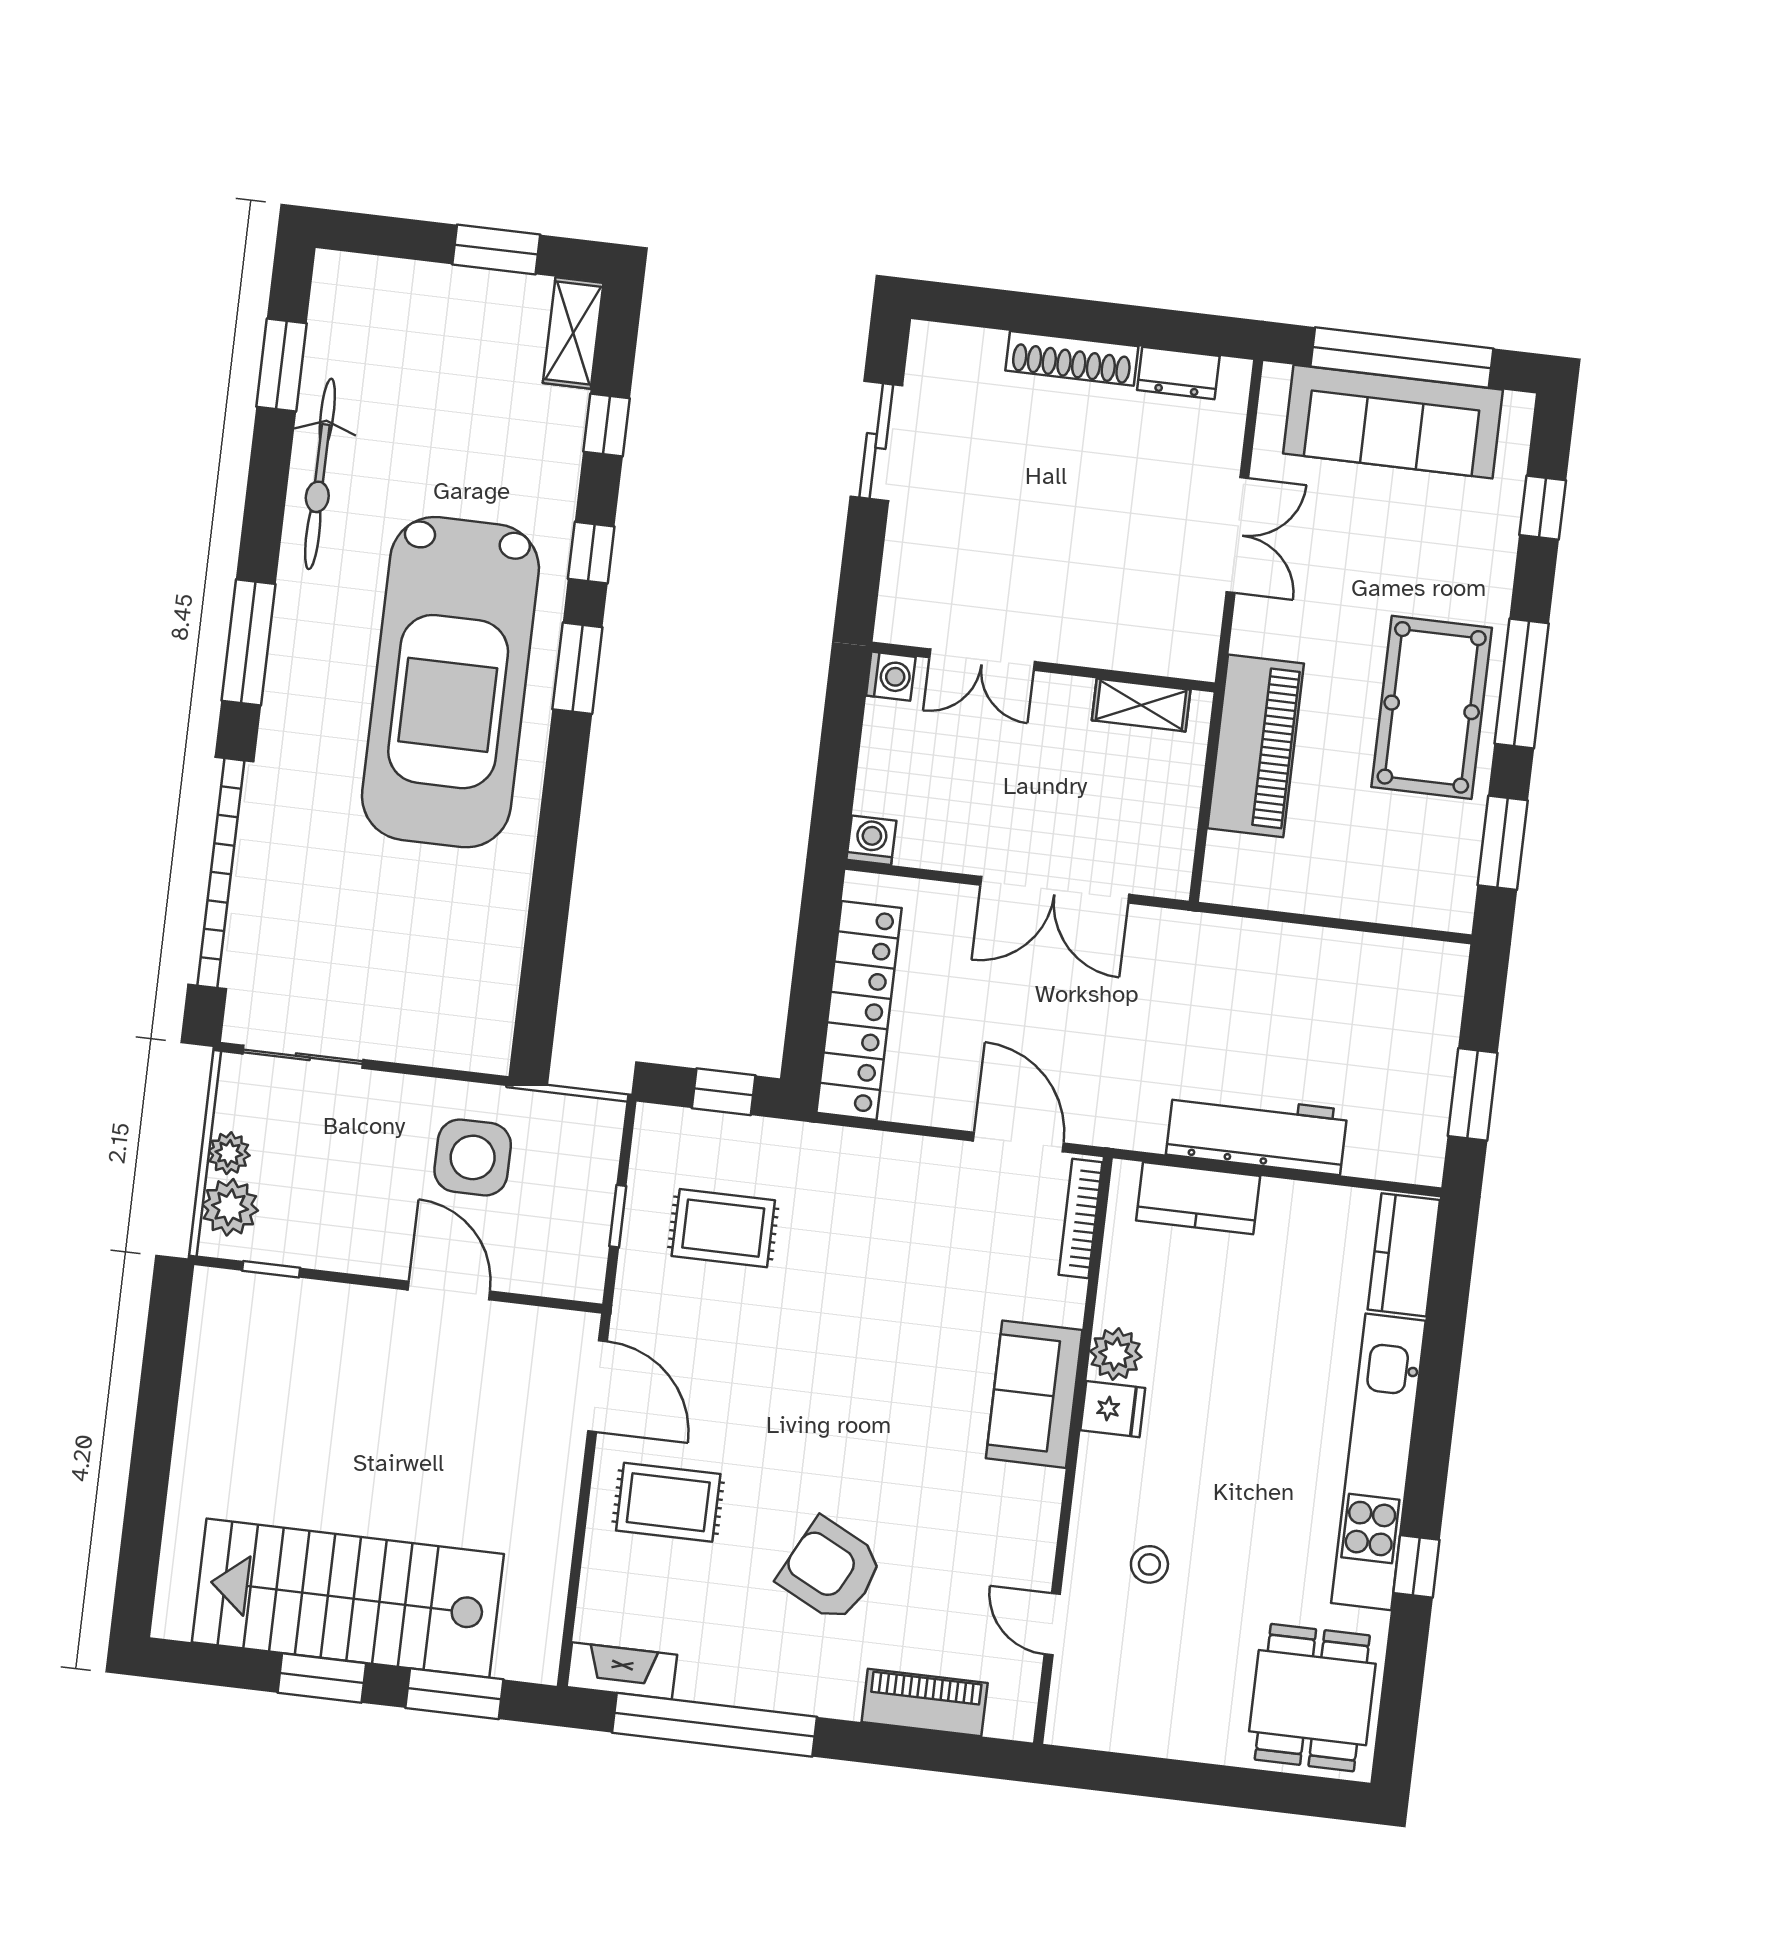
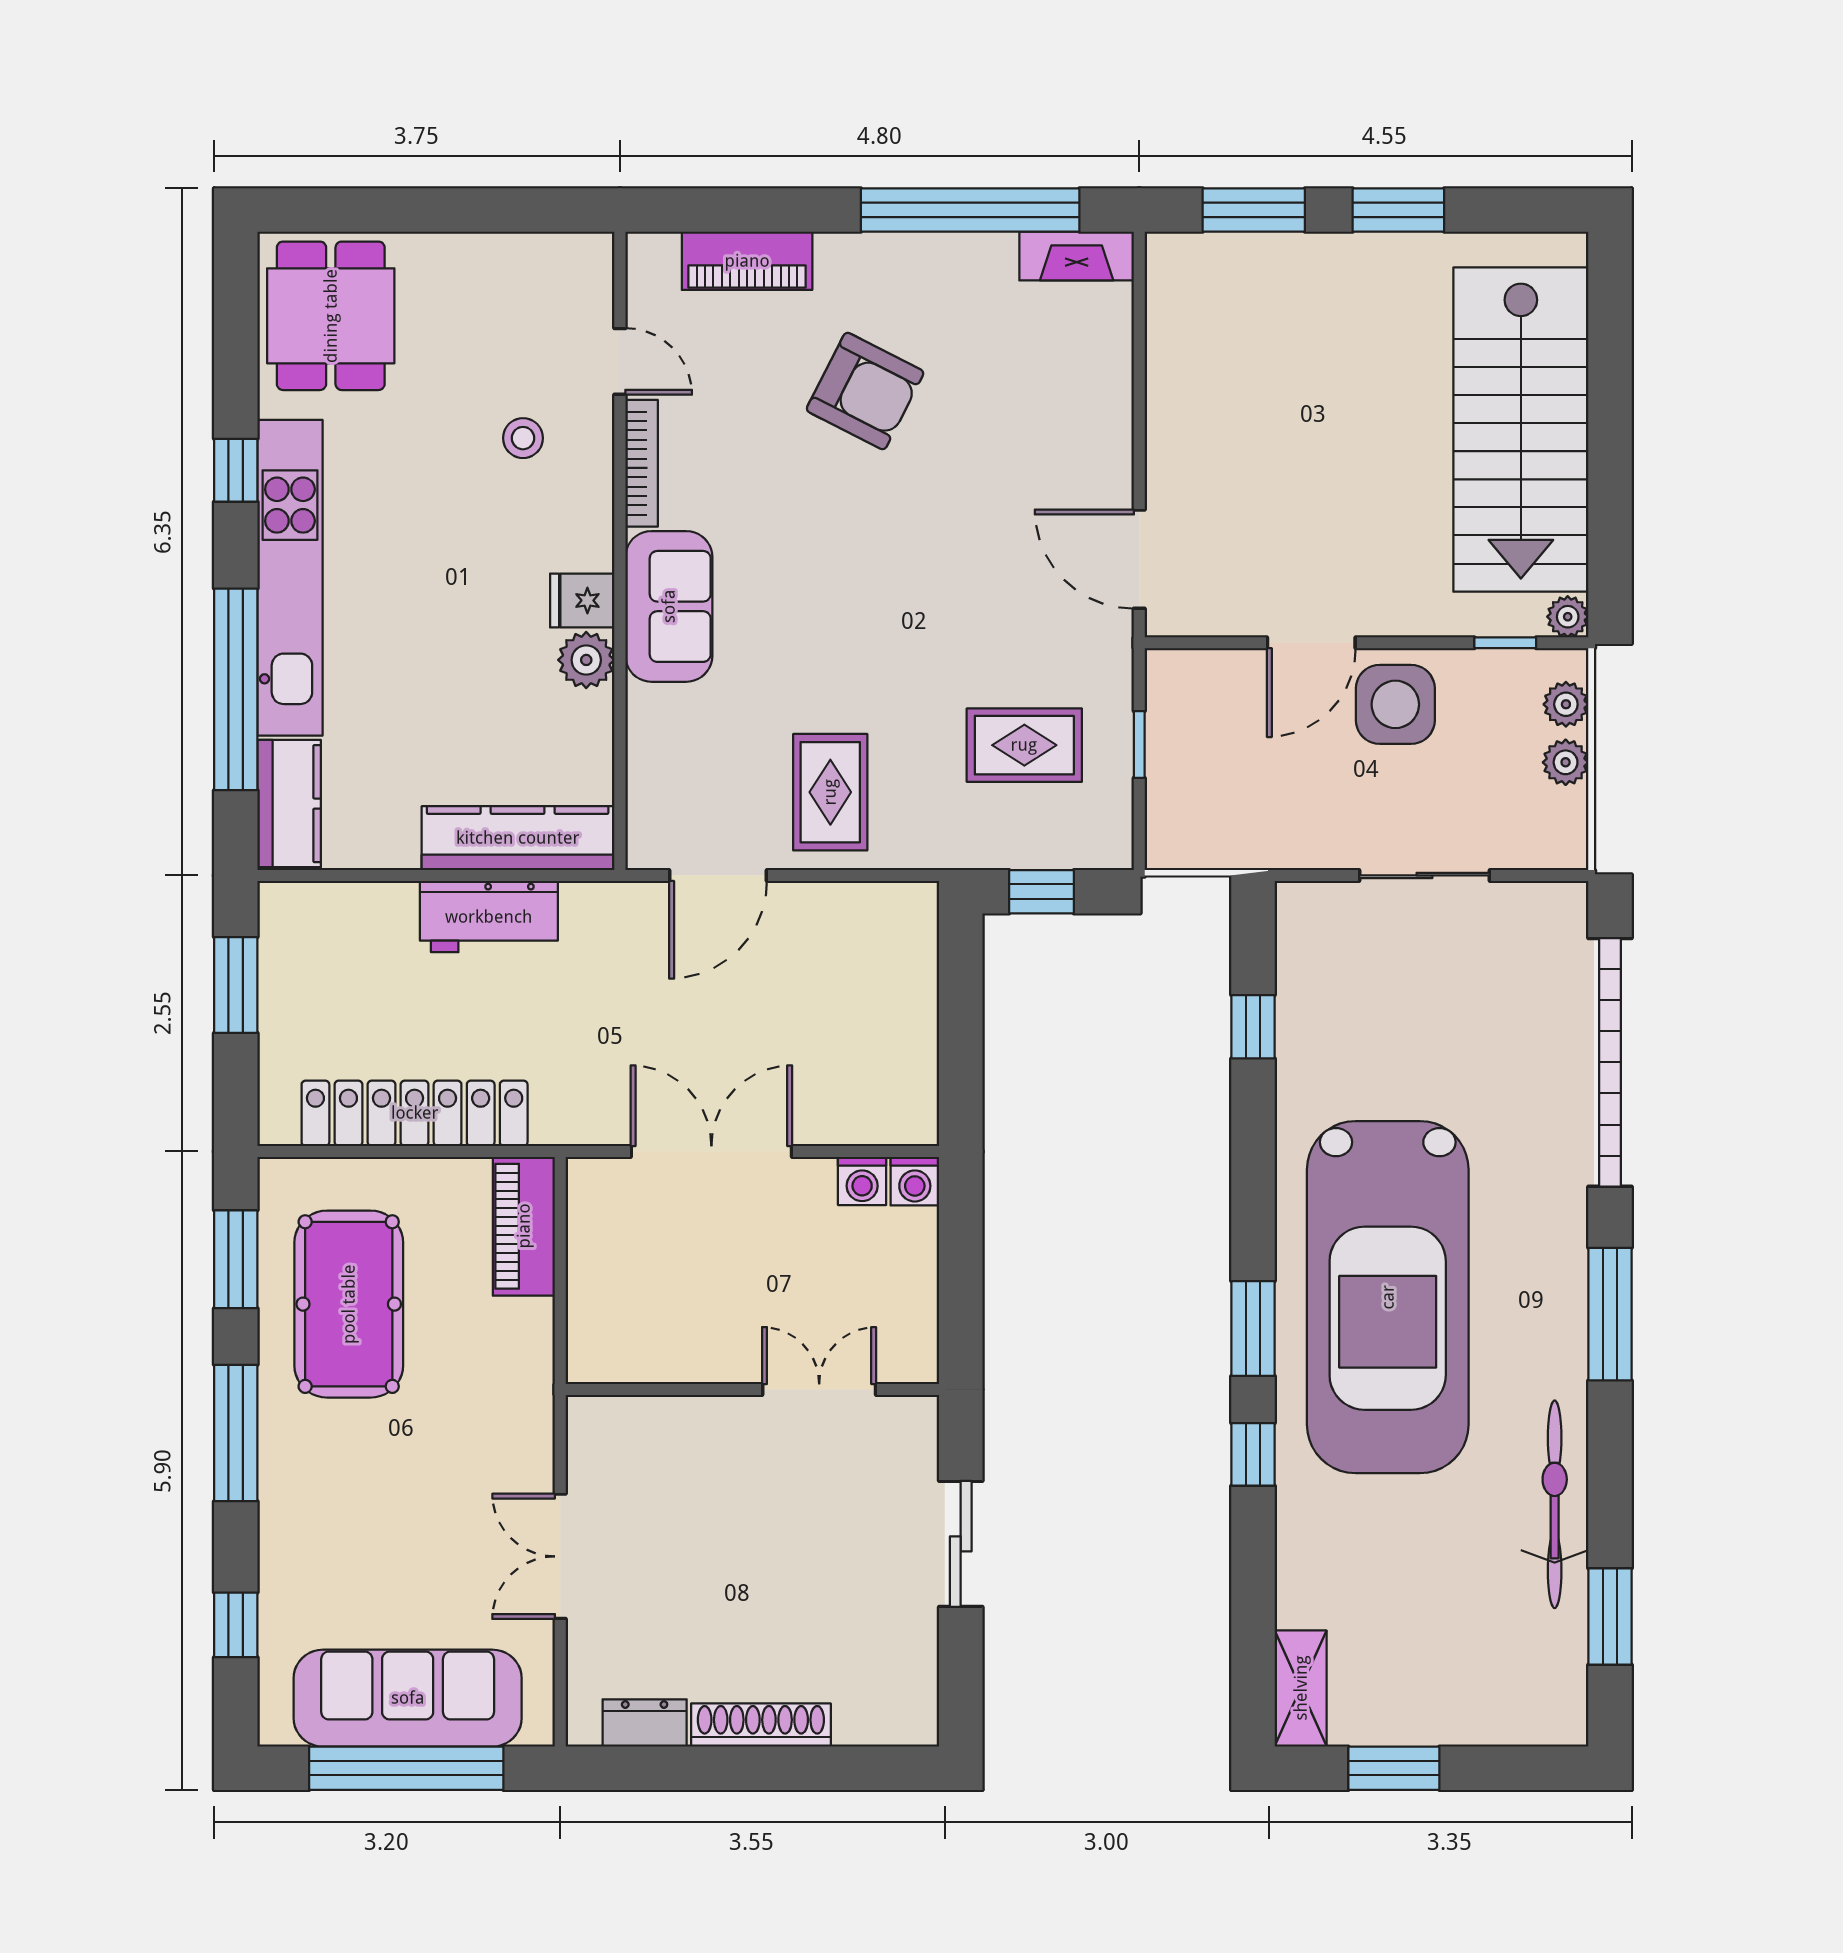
window: (606, 425) -> (1253, 1027), moved
sliding door: (876, 441) -> (961, 1544), moved
washing machine: (891, 676) -> (862, 1181), moved, turned -90
car: (450, 682) -> (1388, 1297), turned 180
shelving: (1141, 705) -> (642, 1361), removed
pool table: (1432, 707) -> (349, 1304), moved
piano: (1256, 746) -> (524, 1226), moved, width x0.73, depth x0.75
locker: (859, 1010) -> (415, 1113), moved, turned 90
sliding door: (303, 1057) -> (1424, 875), moved
workbench: (1257, 1132) -> (489, 917), width x0.73
door: (1018, 1142) -> (718, 875), hinge flipped
side table: (473, 1157) -> (1395, 704), moved
kitchen counter: (1198, 1198) -> (518, 838), width x1.50
plant: (230, 1207) -> (1566, 704), width x0.73, depth x0.73
bookcase: (1080, 1218) -> (642, 463), moved
plant: (211, 1286) -> (1568, 617), added
door: (449, 1291) -> (1311, 643), hinge flipped
window: (1440, 1365) -> (236, 689), added
rug: (668, 1502) -> (830, 792), moved, turned 90
stairs: (348, 1598) -> (1521, 430), moved, turned 90

